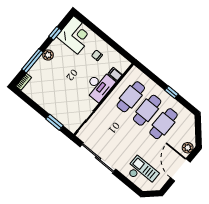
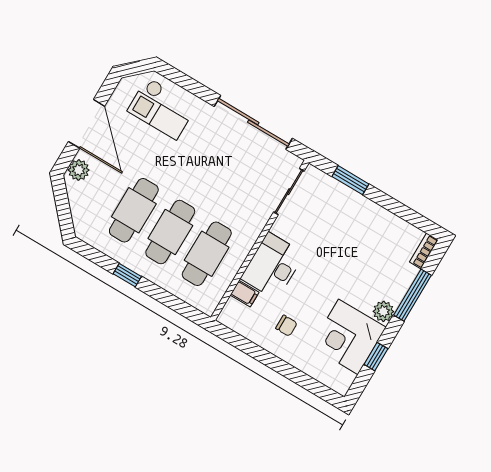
corner desk: (76, 35) -> (348, 337), moved

